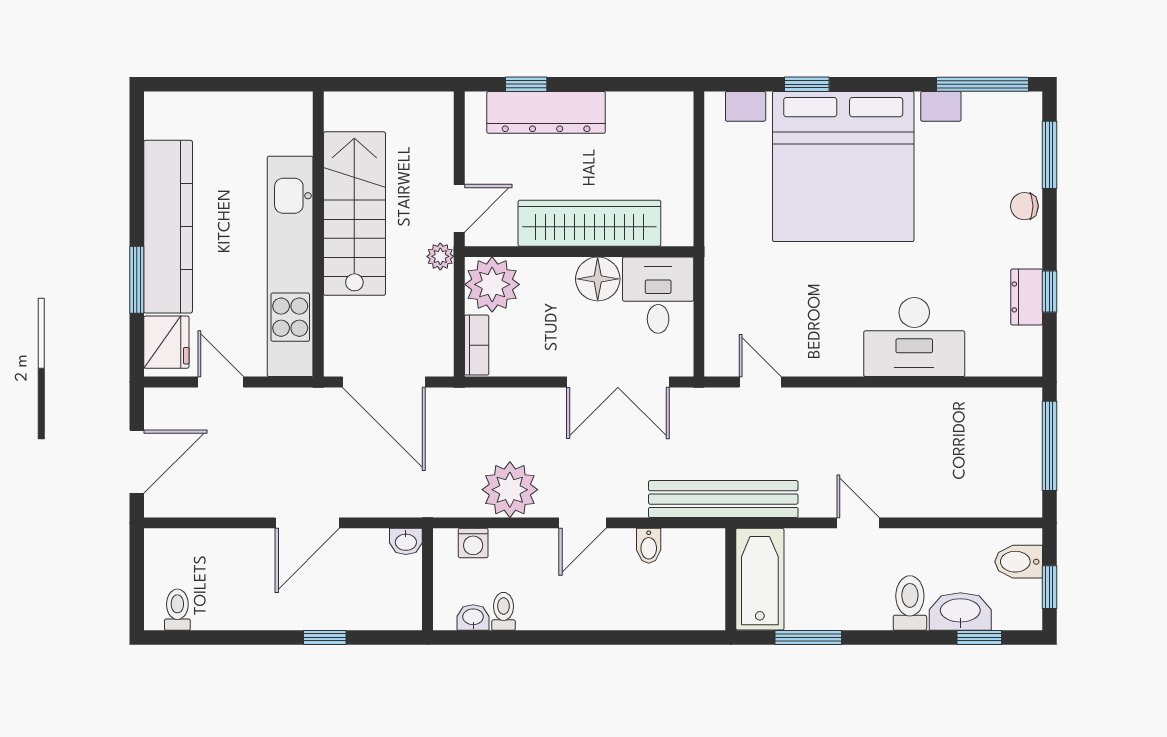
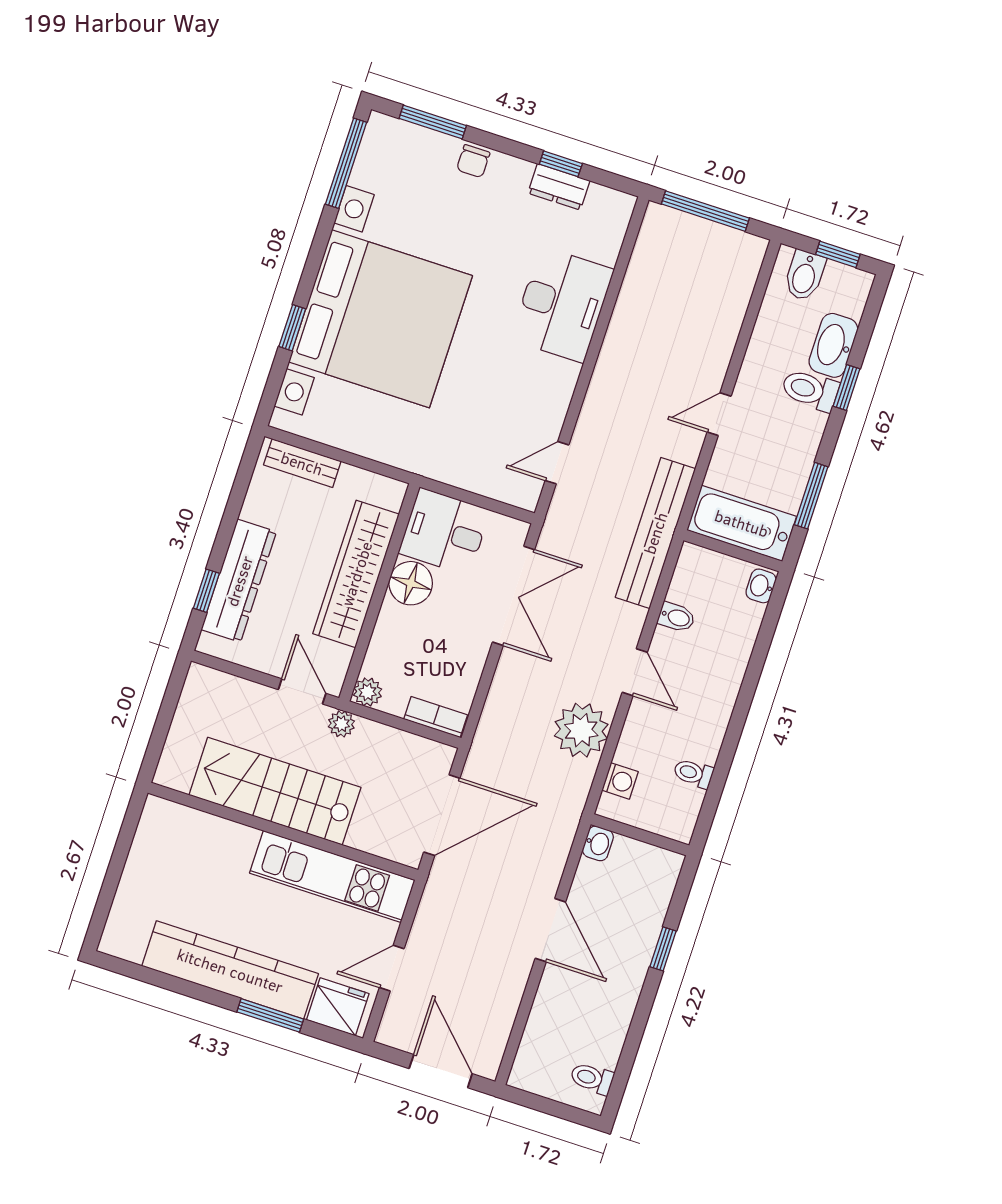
bench: (679, 137) -> (302, 463), added
kitchen unit: (290, 266) -> (332, 877), width x0.73
plant: (492, 284) -> (368, 692), width x0.53, depth x0.53
washbasin: (473, 618) -> (761, 586), moved
window: (979, 637) -> (847, 387), moved

